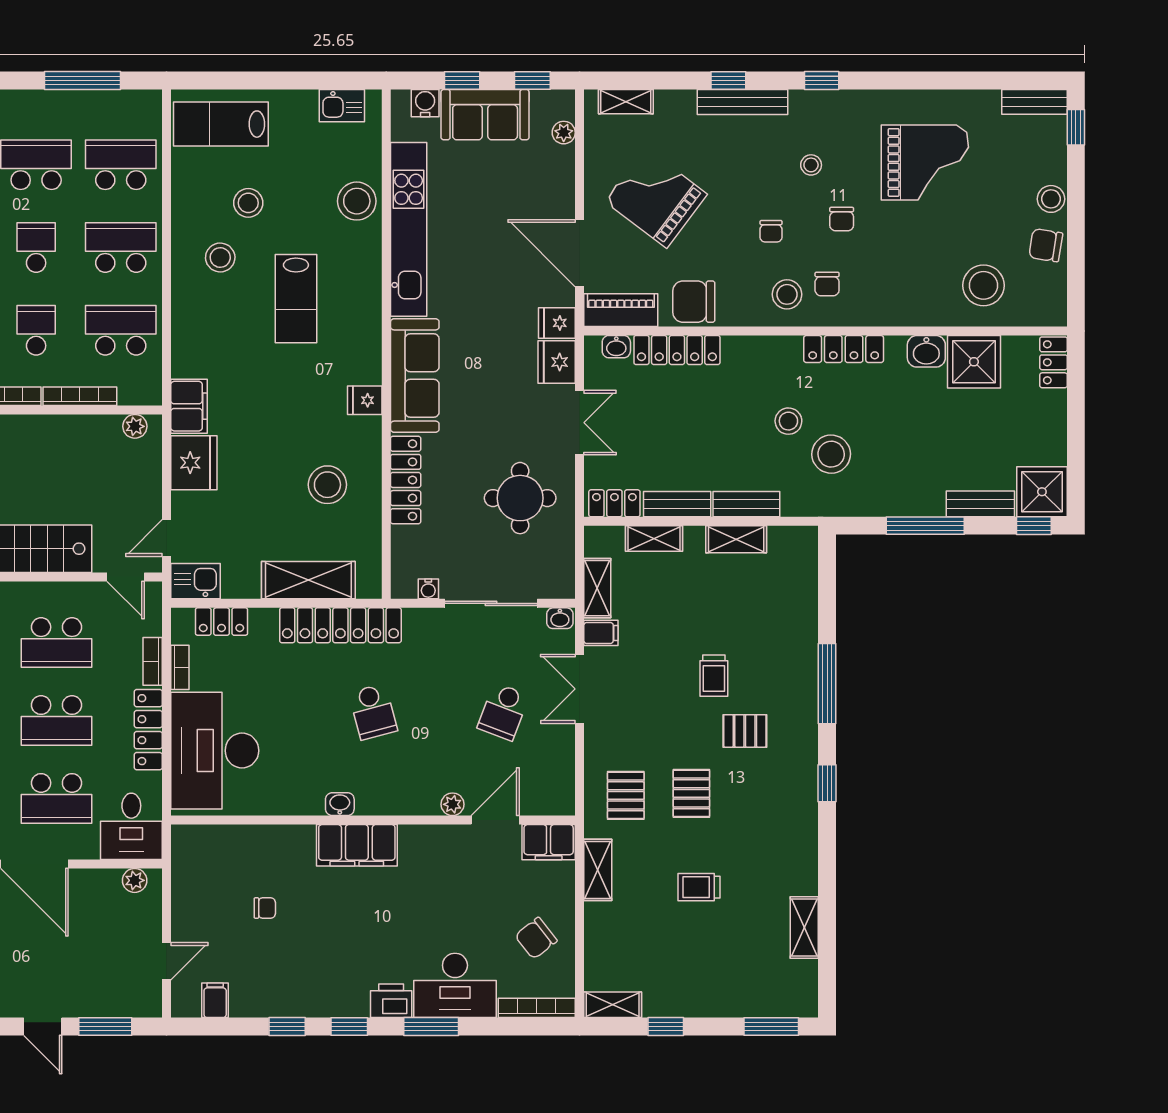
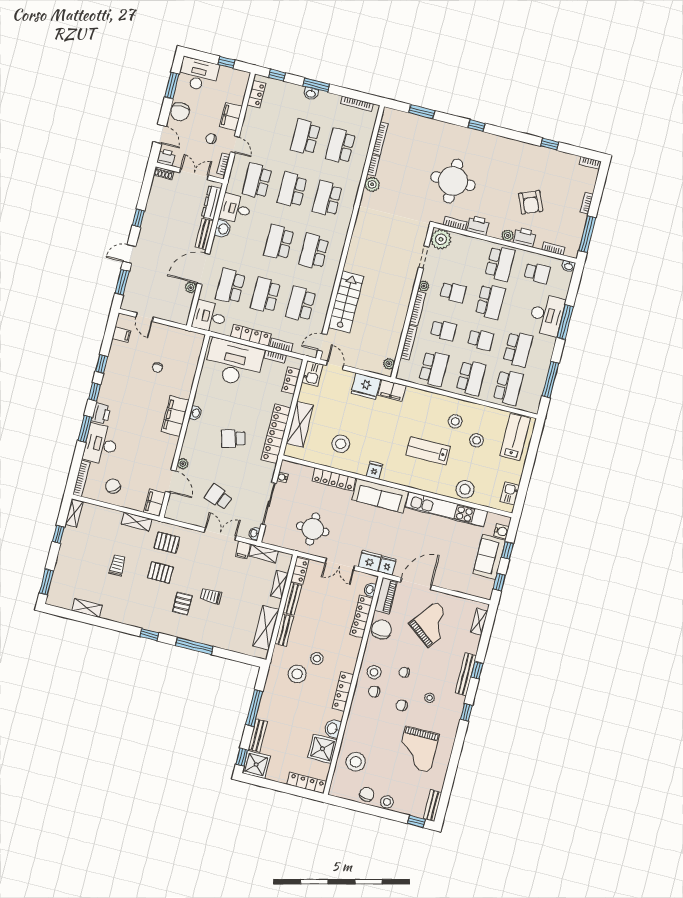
plant: (564, 133) -> (472, 590), removed
locker: (1054, 362) -> (307, 783), width x1.53
shelving: (736, 539) -> (266, 628), width x1.50, depth x1.33
plant: (135, 880) -> (191, 288), moved

